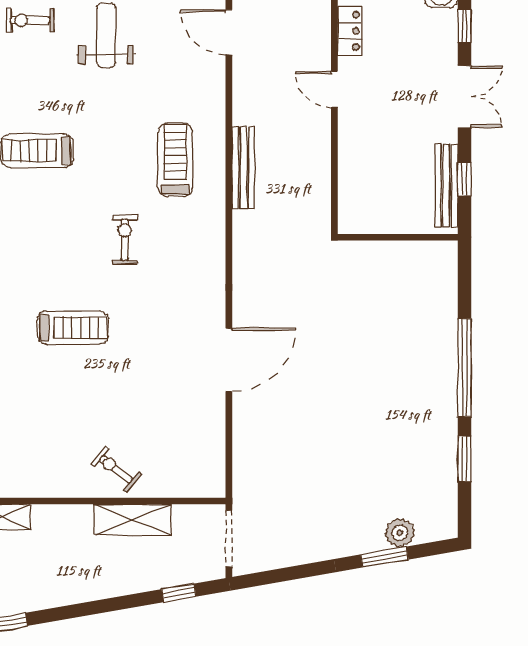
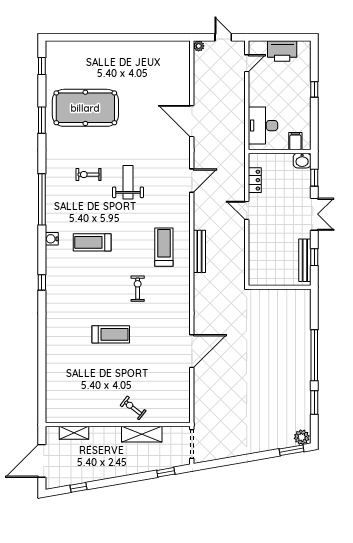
door: (229, 32) -> (192, 181), swing flipped
plant: (400, 533) -> (302, 437), moved
window: (385, 557) -> (292, 450), moved

